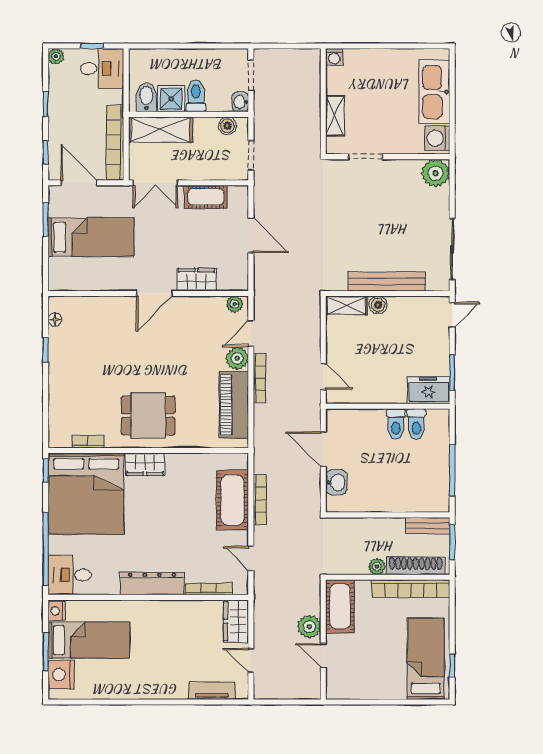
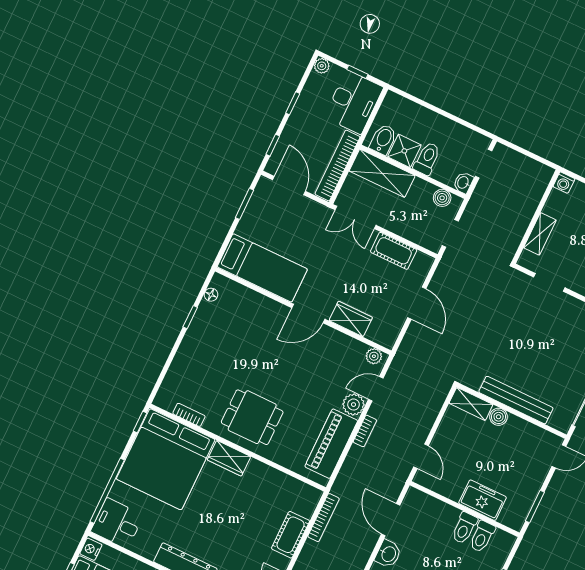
desk: (102, 68) -> (354, 102), width x1.37
bed: (91, 237) -> (262, 268), moved
bookcase: (260, 378) -> (365, 431), width x0.64
freezer: (428, 390) -> (483, 500), moved
cot: (233, 500) -> (291, 535), width x0.73, depth x0.75
bookcase: (260, 500) -> (324, 518), moved

